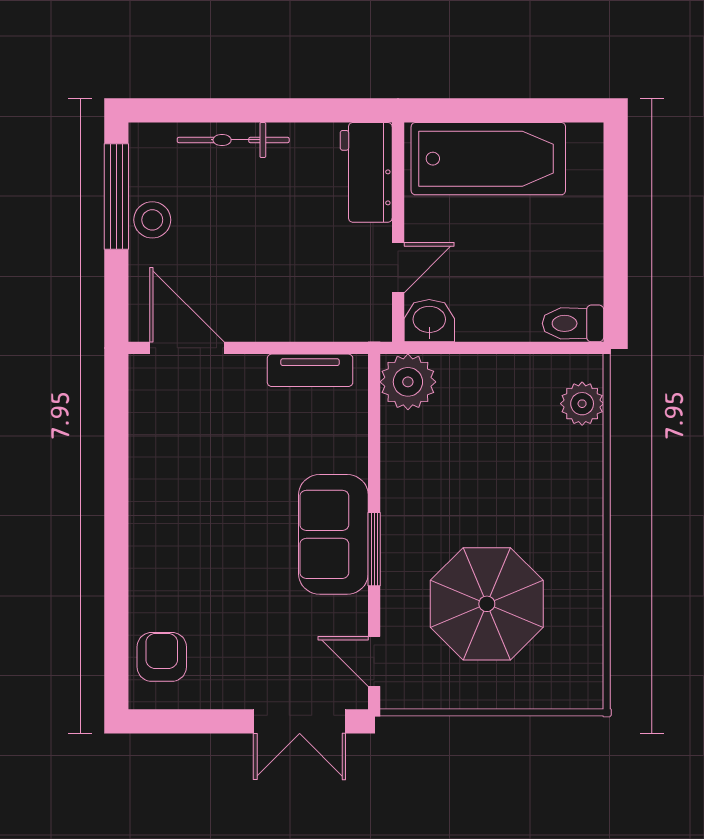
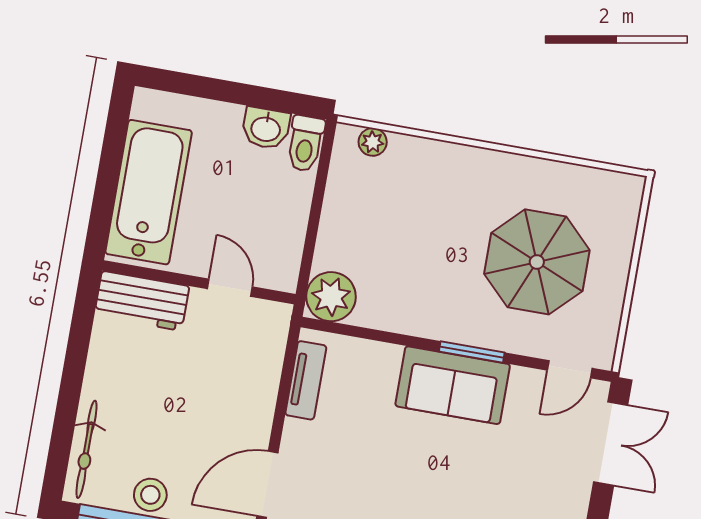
bicycle: (233, 140) -> (86, 449), moved
washbasin: (429, 321) -> (266, 128), moved, turned -90
plant: (582, 404) -> (373, 142), width x0.73, depth x0.73

